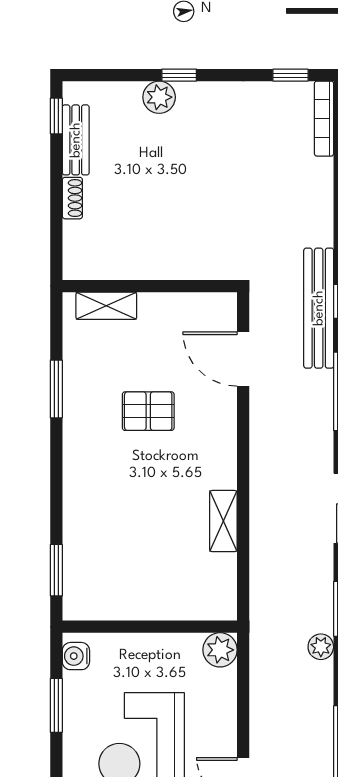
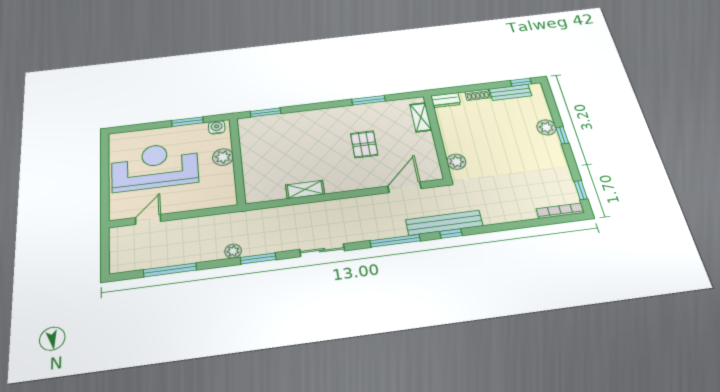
dresser: (76, 256) -> (446, 100), added
plant: (206, 264) -> (456, 162), added
plant: (220, 650) -> (223, 157), moved

